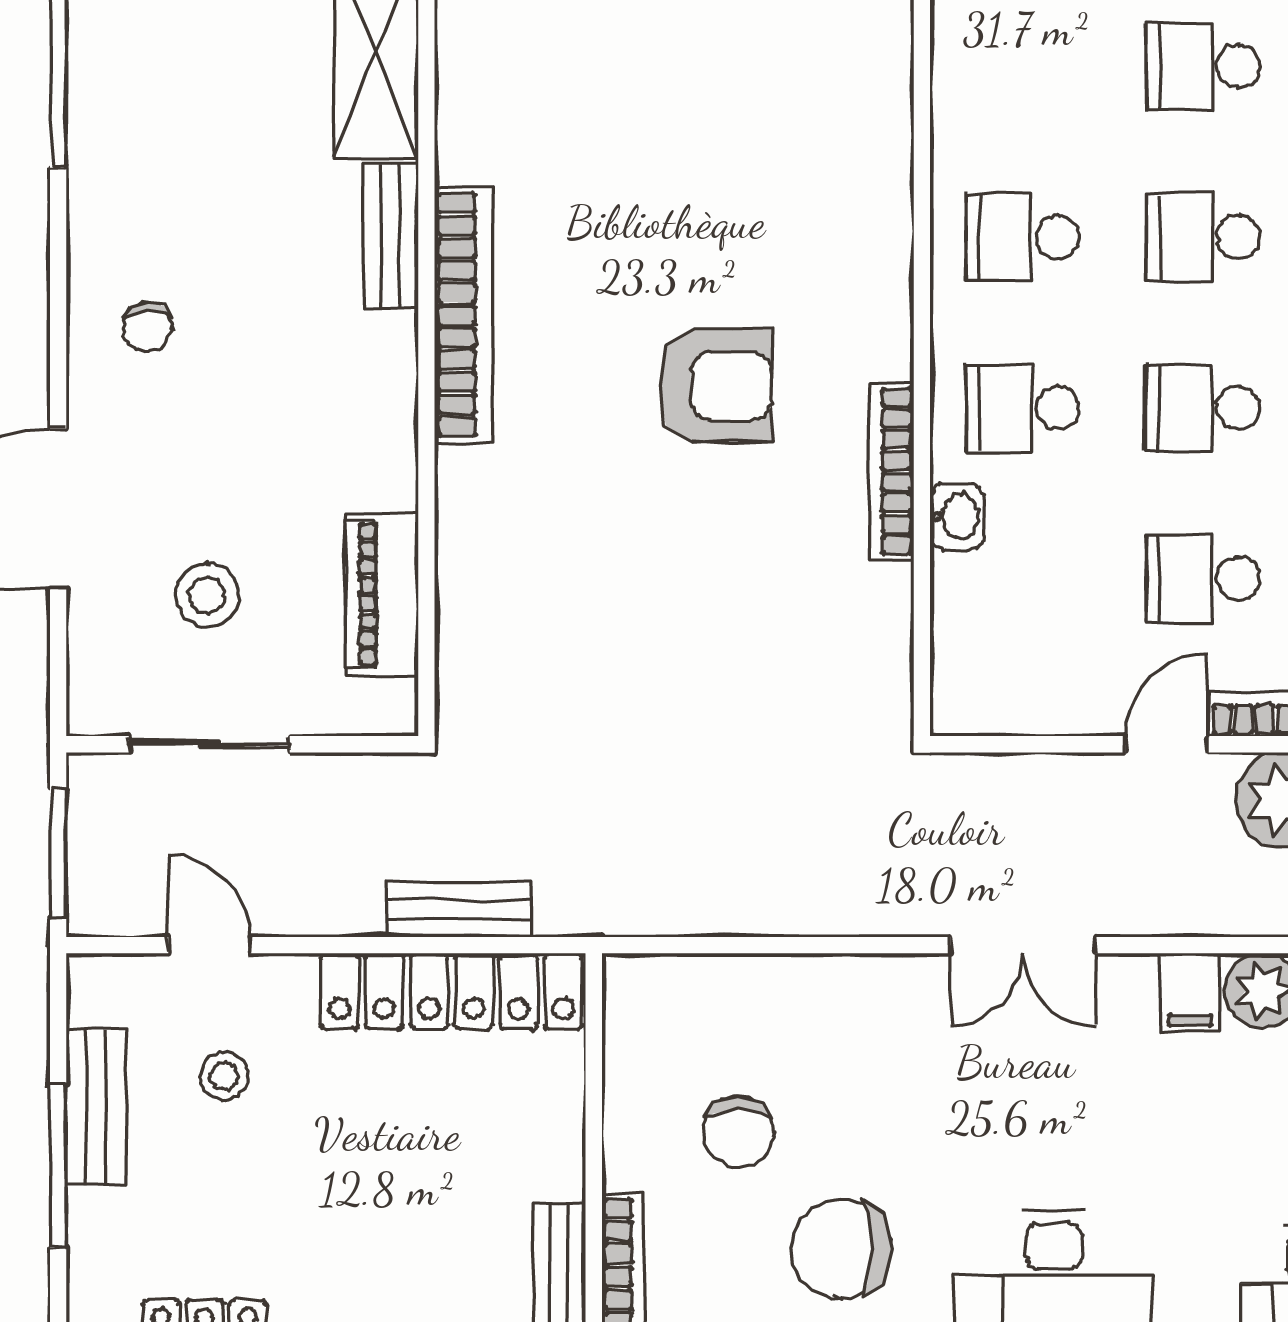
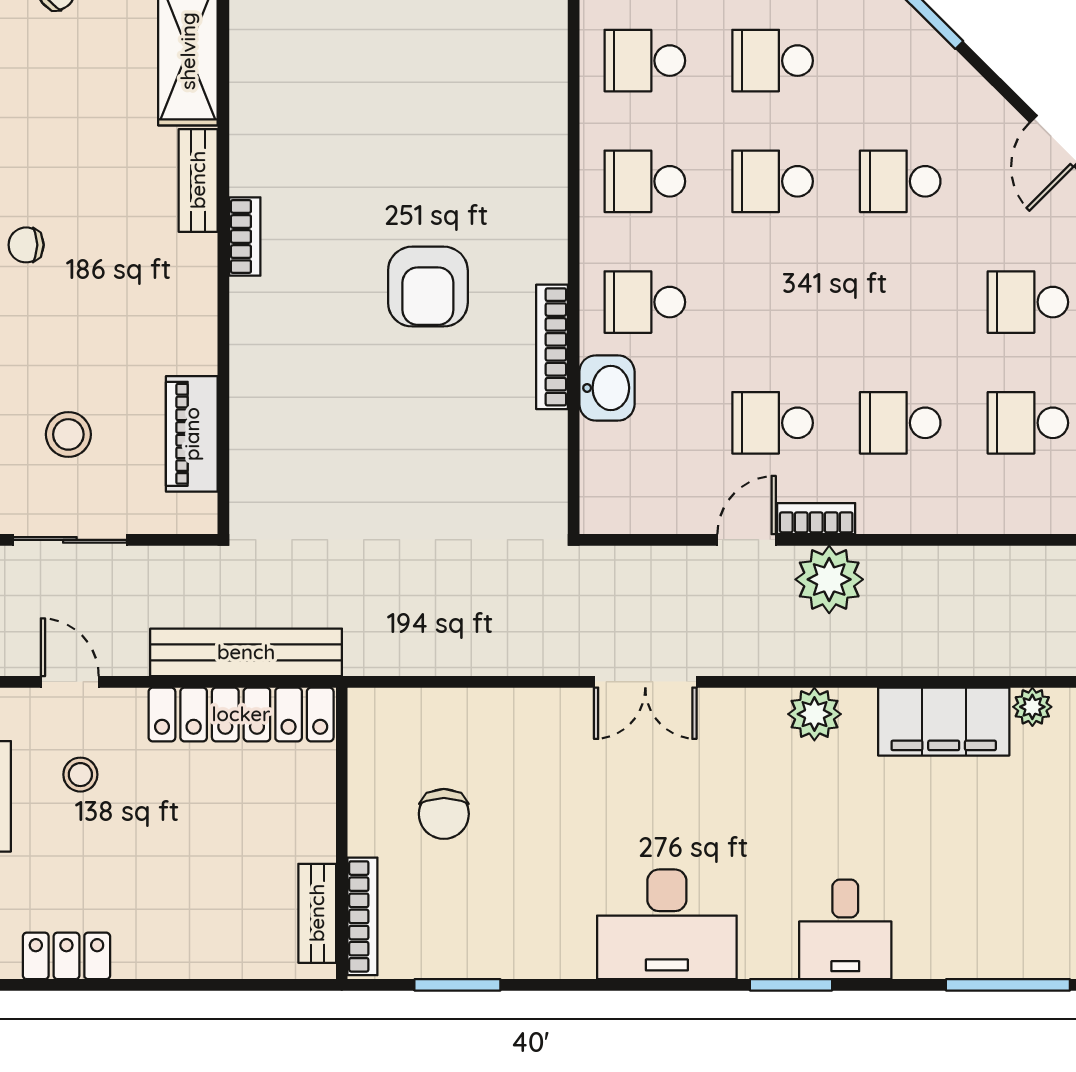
bookcase: (463, 315) -> (245, 237), width x0.43, depth x0.76
chair: (147, 327) -> (26, 245), turned 90
armchair: (716, 386) -> (428, 287), turned 90
school desk: (1203, 408) -> (645, 61), moved
washbasin: (957, 517) -> (607, 388), width x1.38, depth x1.45
bench: (458, 909) -> (246, 652), width x1.86, depth x1.21
filing cabinet: (1190, 992) -> (763, 715), removed
chair: (841, 1249) -> (517, 897), removed

